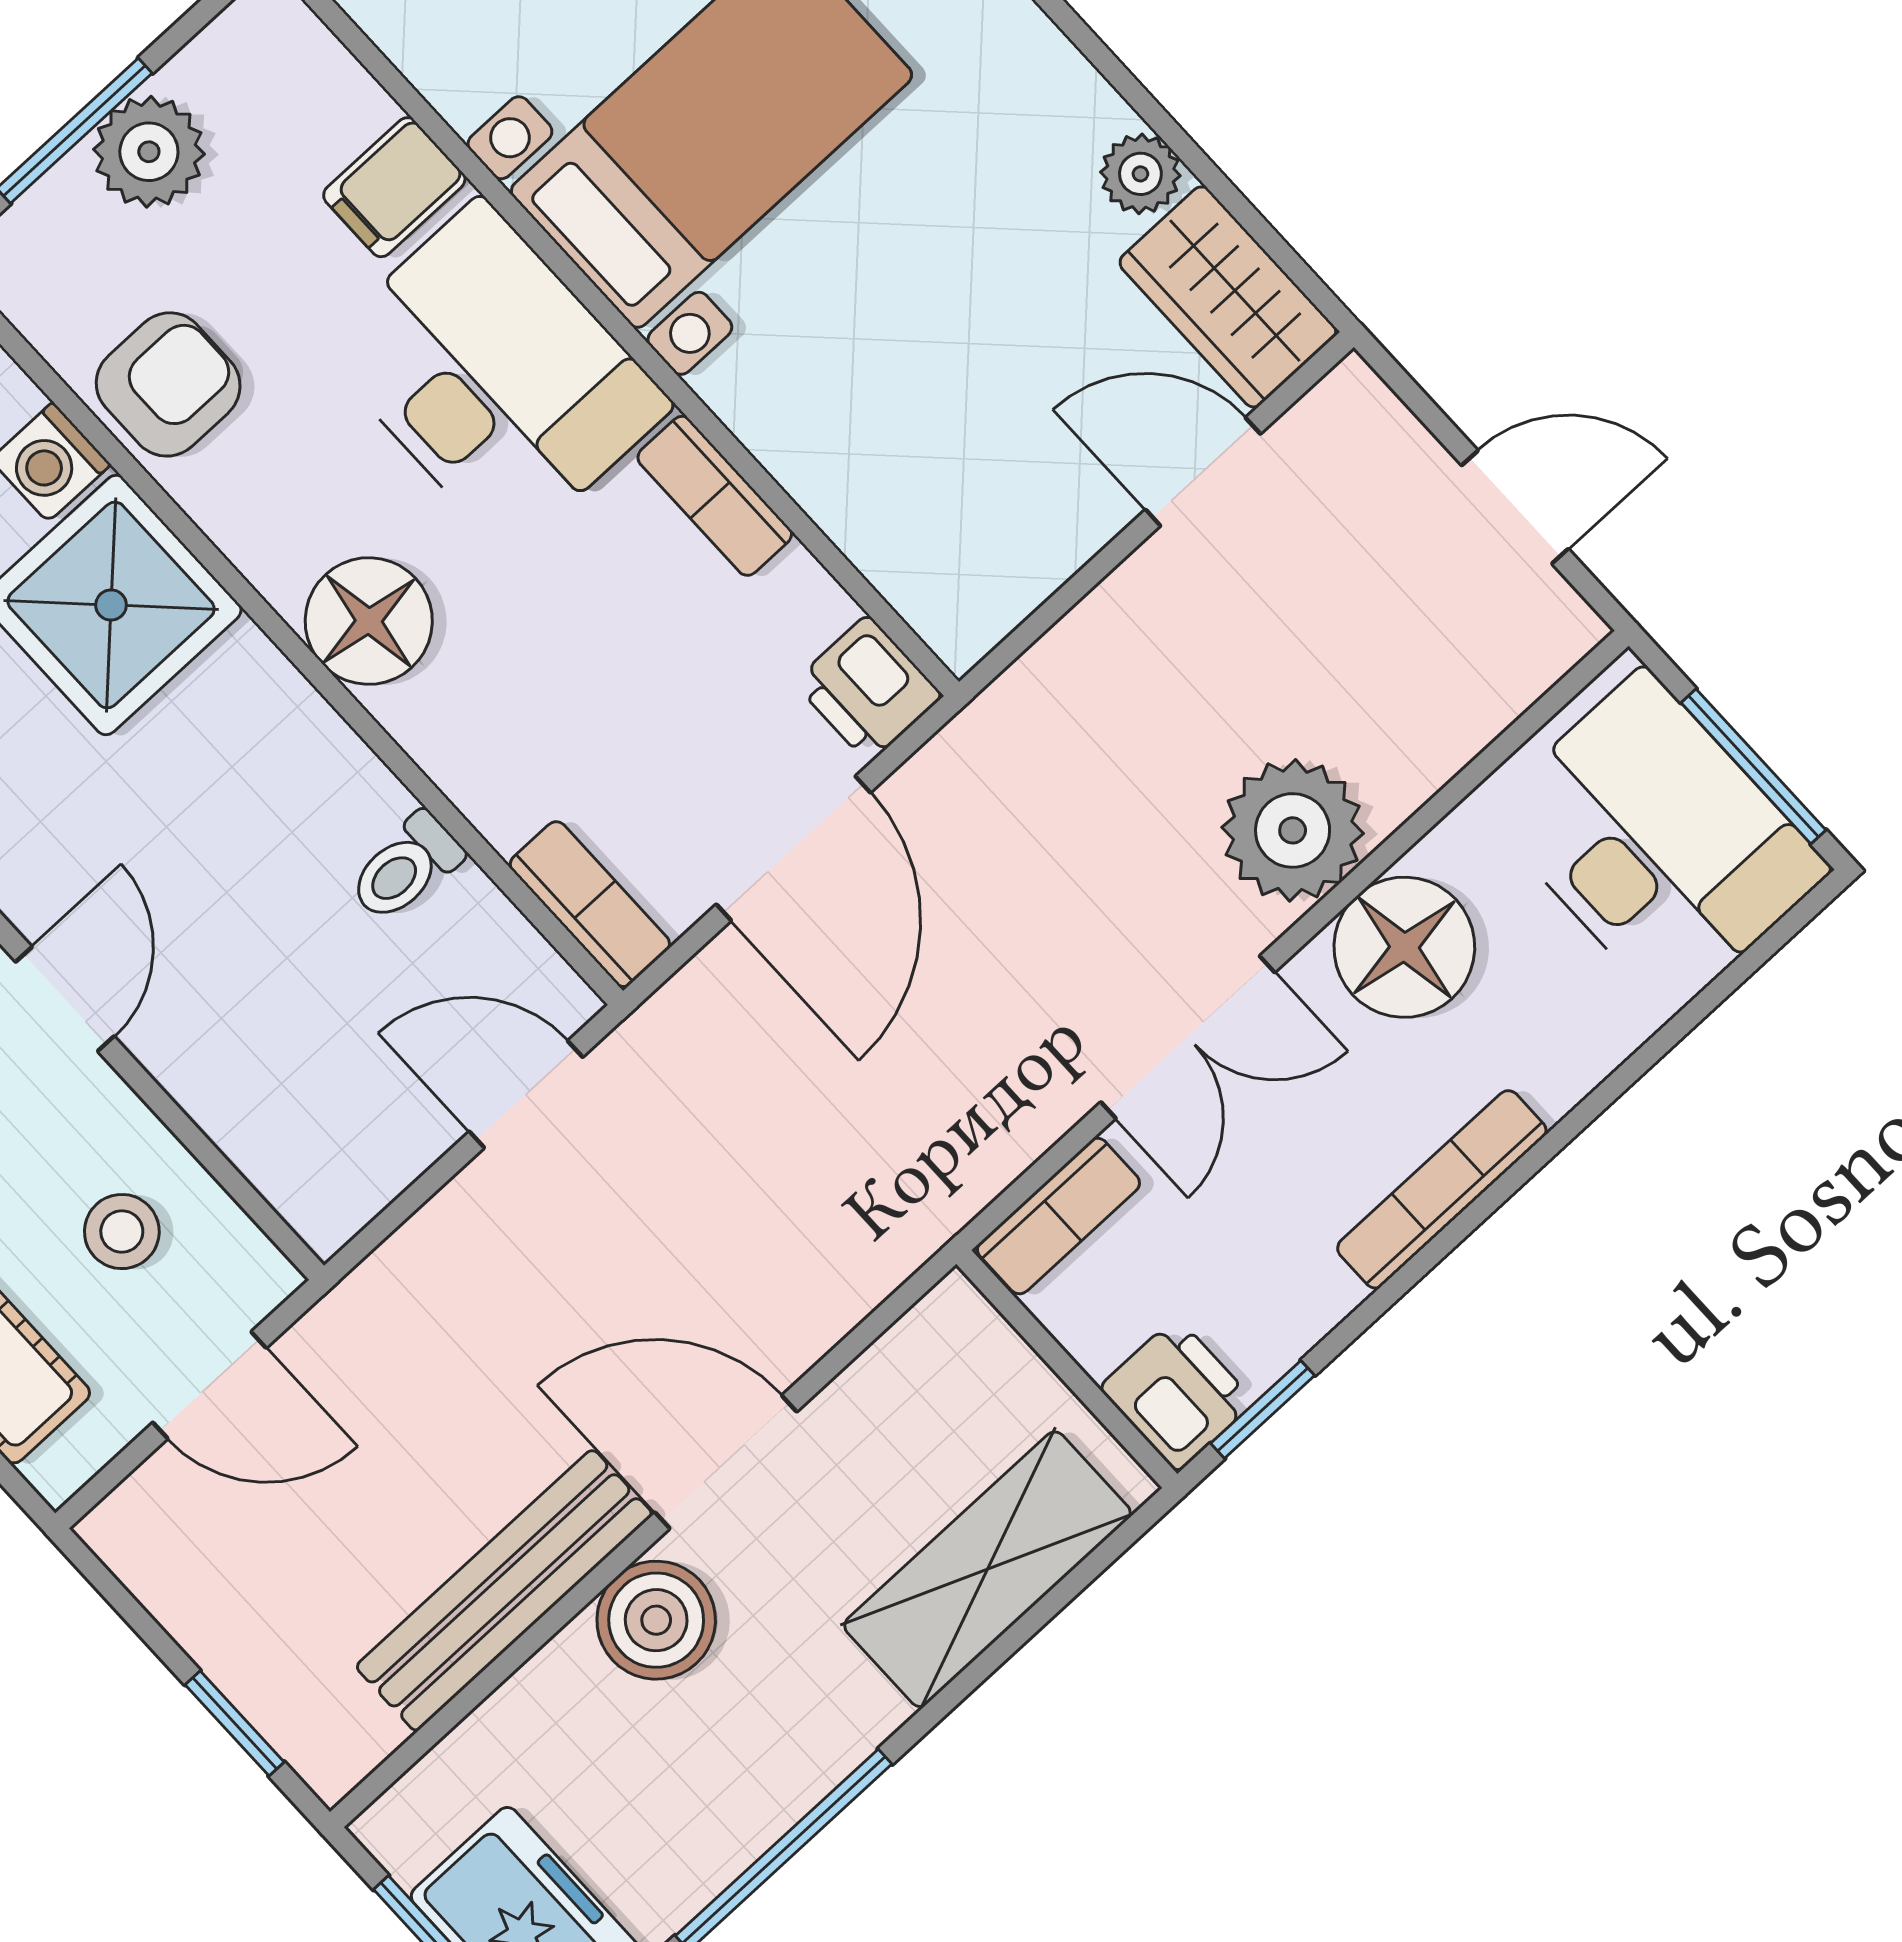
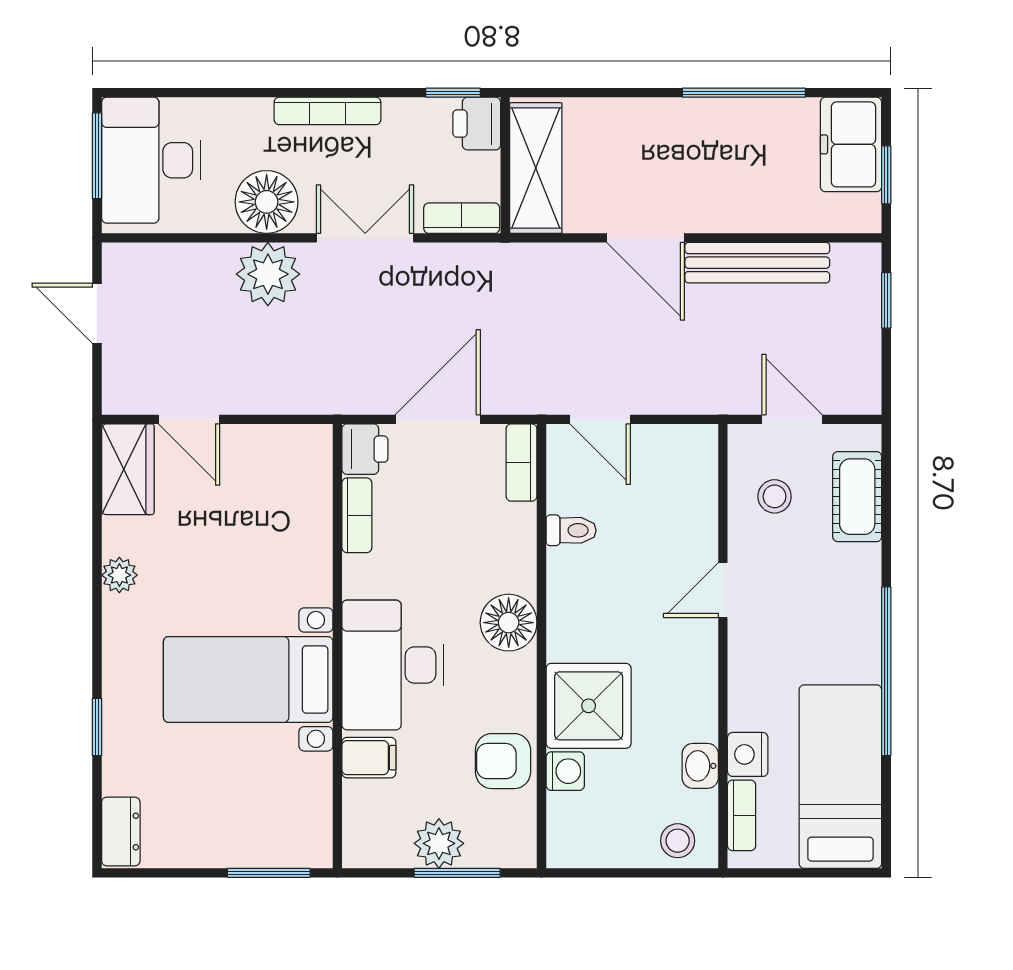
plant: (1140, 174) -> (119, 575), moved
bookcase: (715, 496) -> (357, 515), moved
shelving: (988, 1569) -> (536, 168), moved, turned 90
boiler: (656, 1620) -> (716, 207), removed

